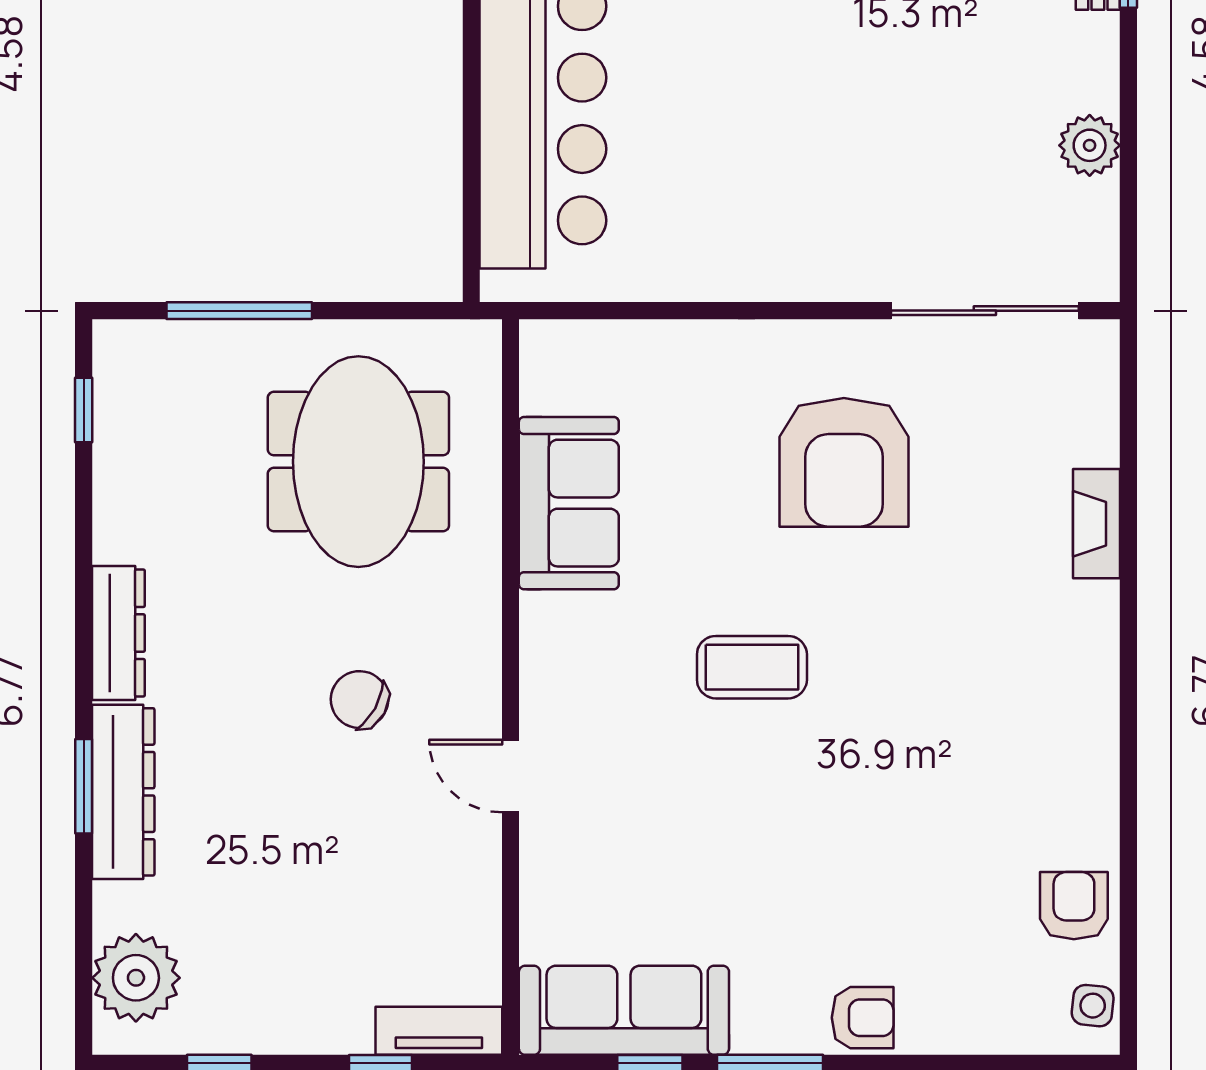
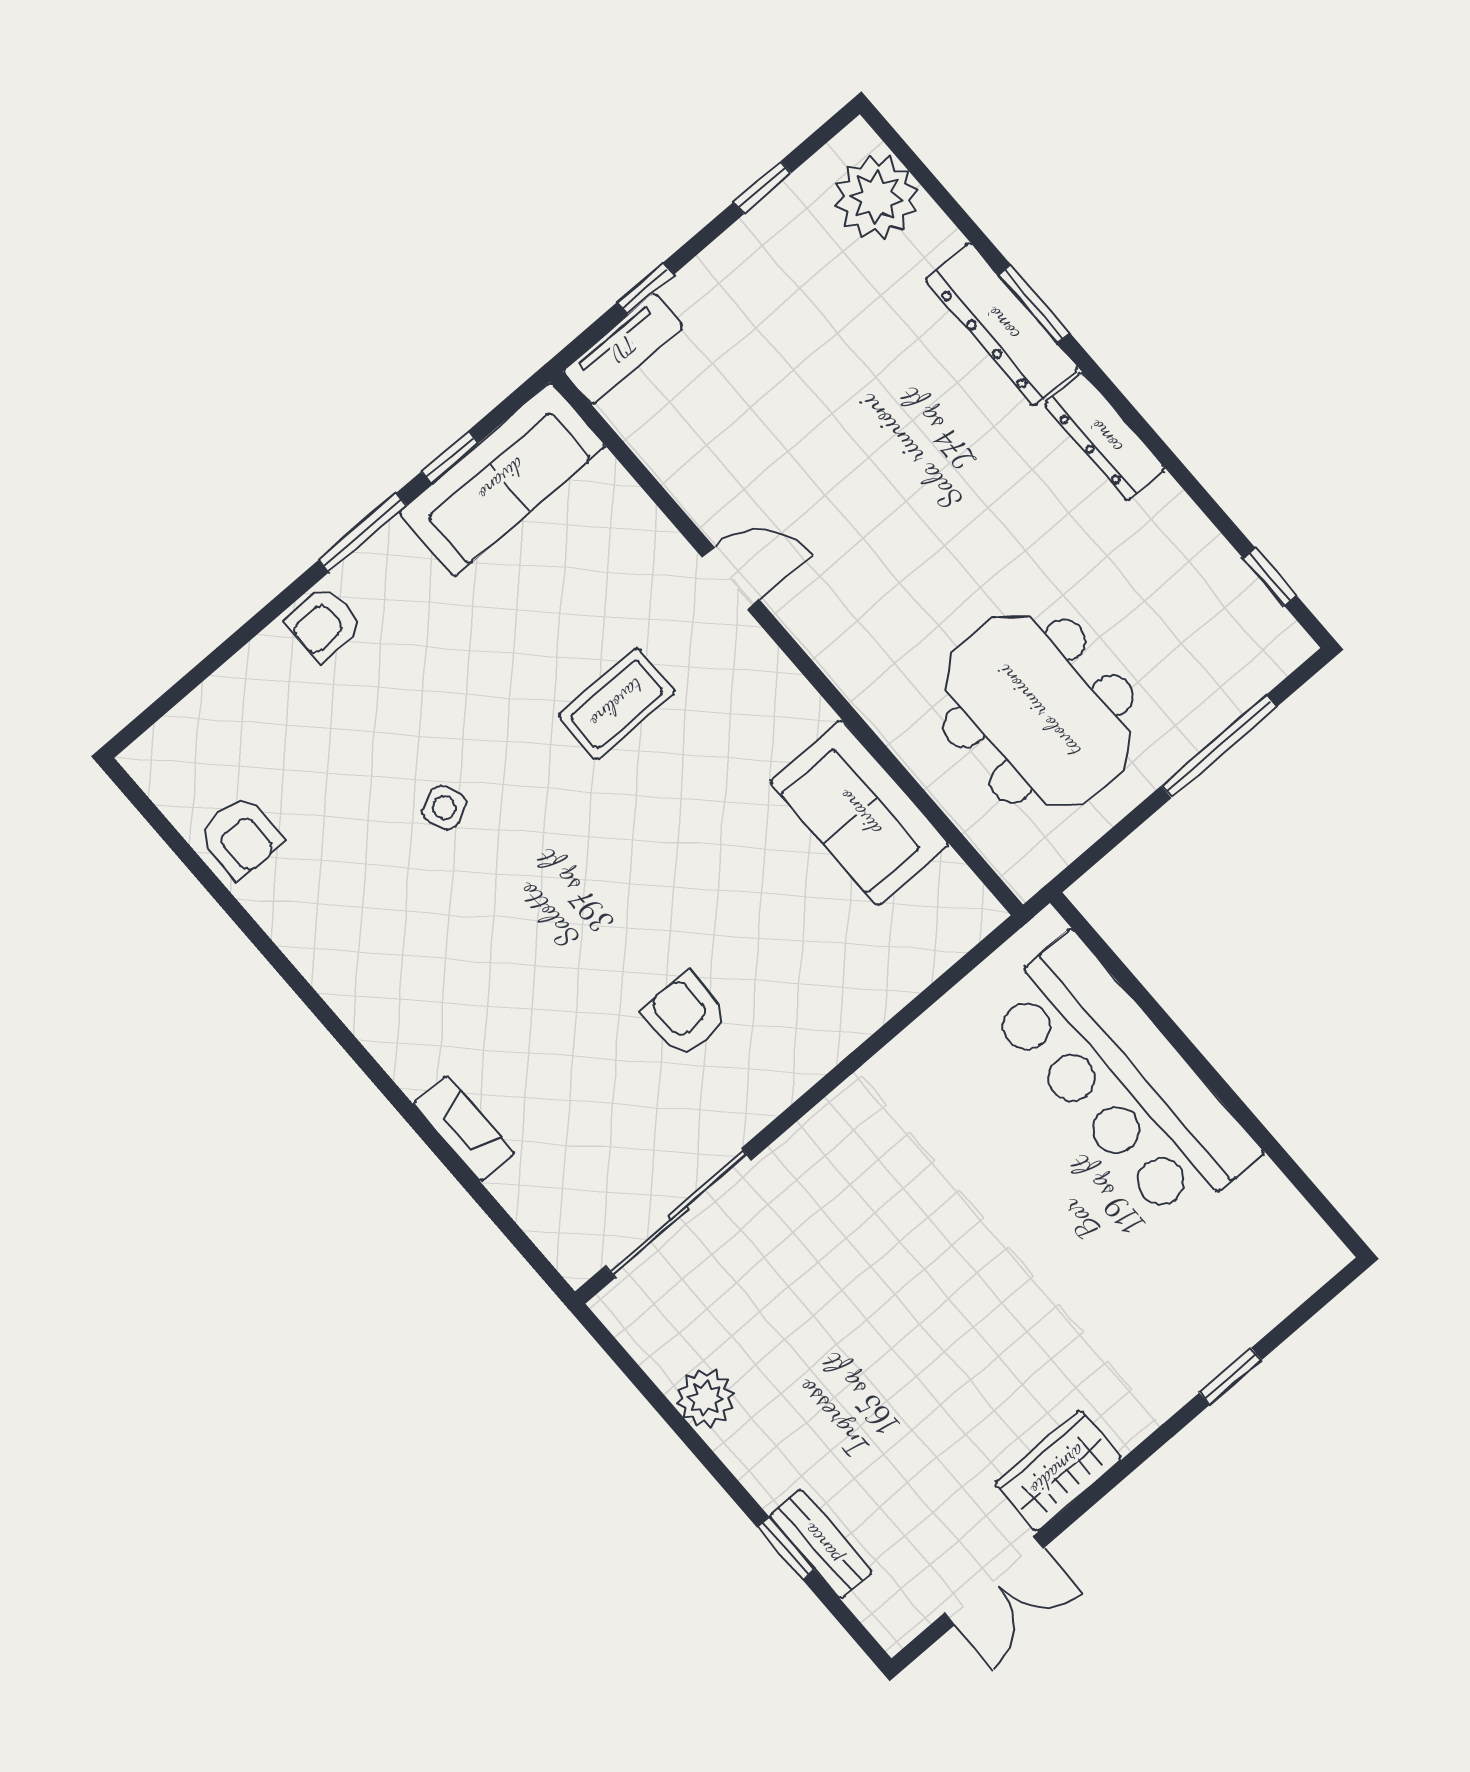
armchair: (844, 462) -> (685, 1015), width x0.53, depth x0.53
coffee table: (752, 667) -> (617, 704), moved
chair: (360, 700) -> (888, 539), removed
side table: (1093, 1006) -> (444, 807), moved, turned -32

